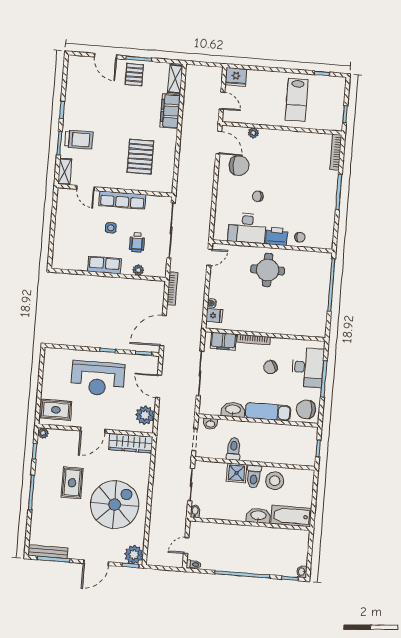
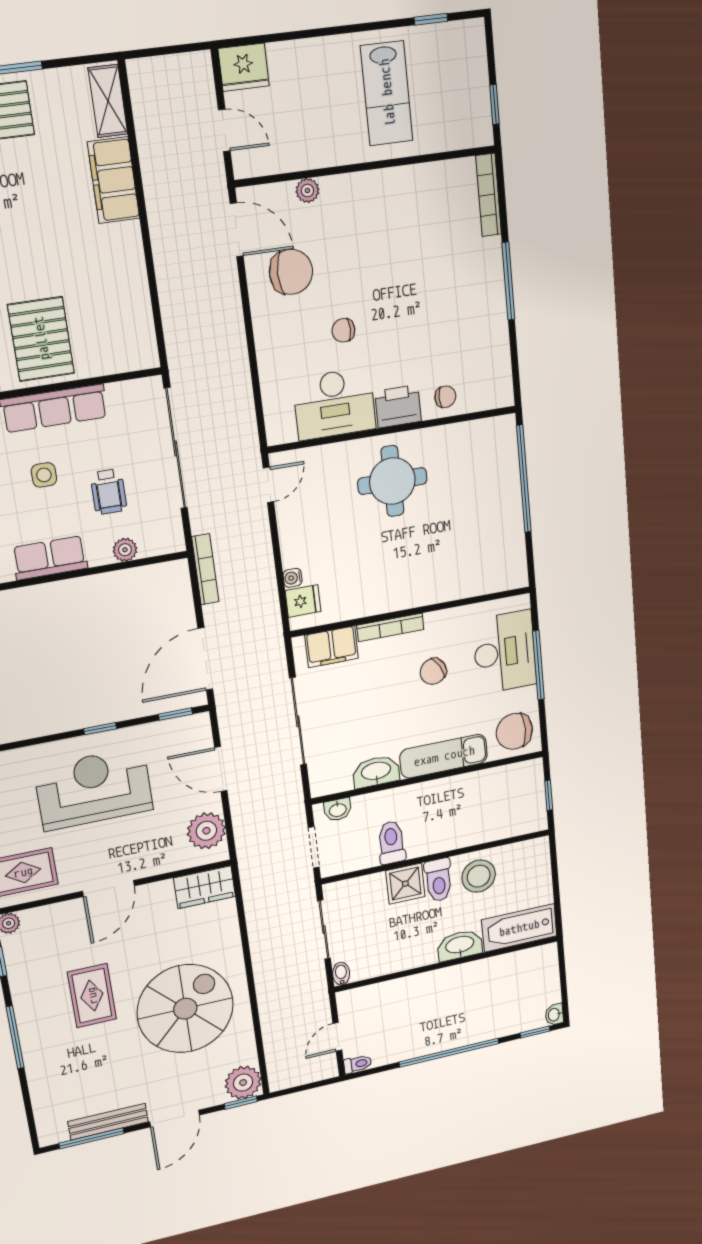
pallet: (140, 157) -> (41, 339), moved
reception desk: (98, 379) -> (94, 789), turned 180
wardrobe: (131, 443) -> (205, 887), width x0.67
bench: (48, 552) -> (108, 1122), moved

